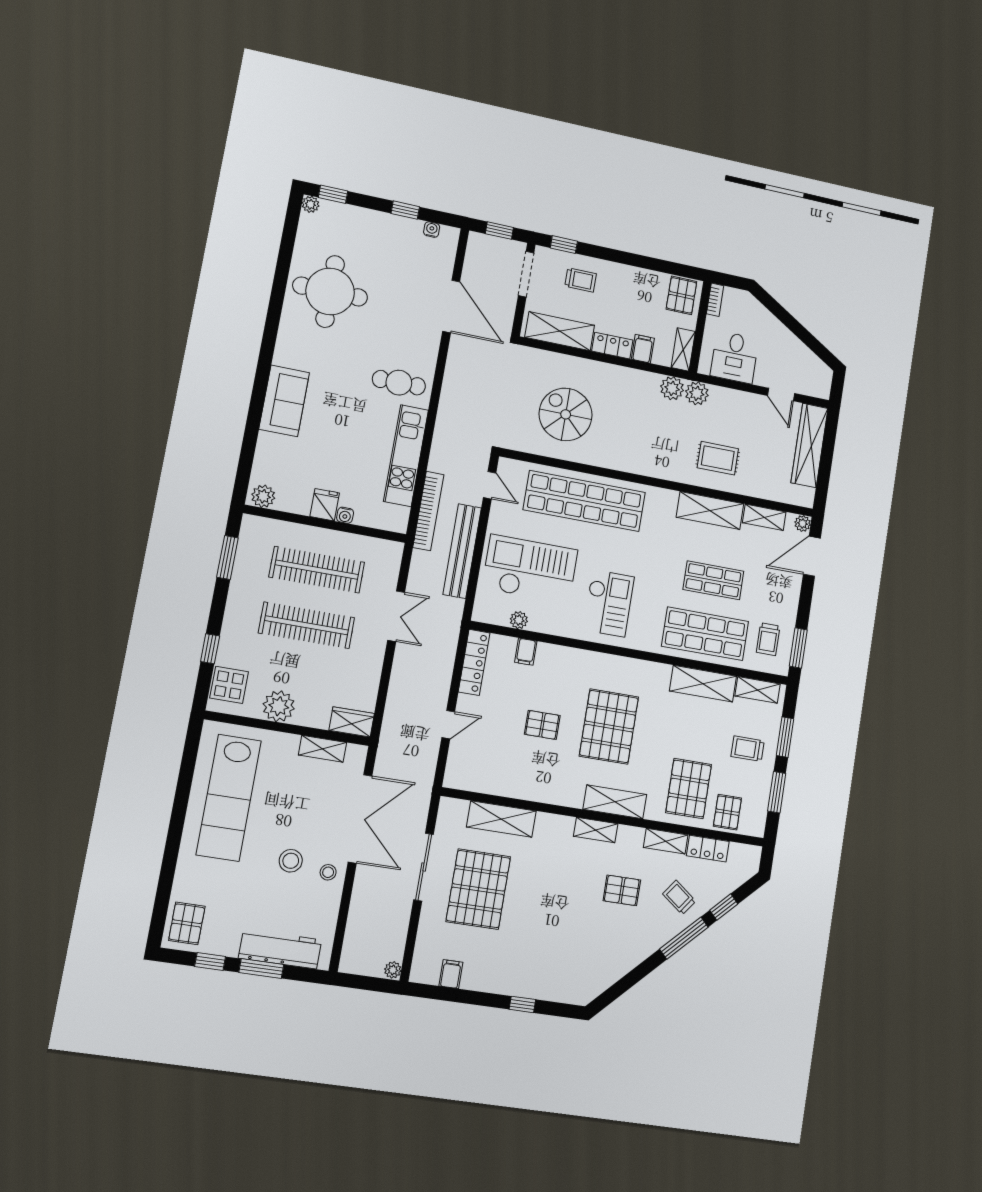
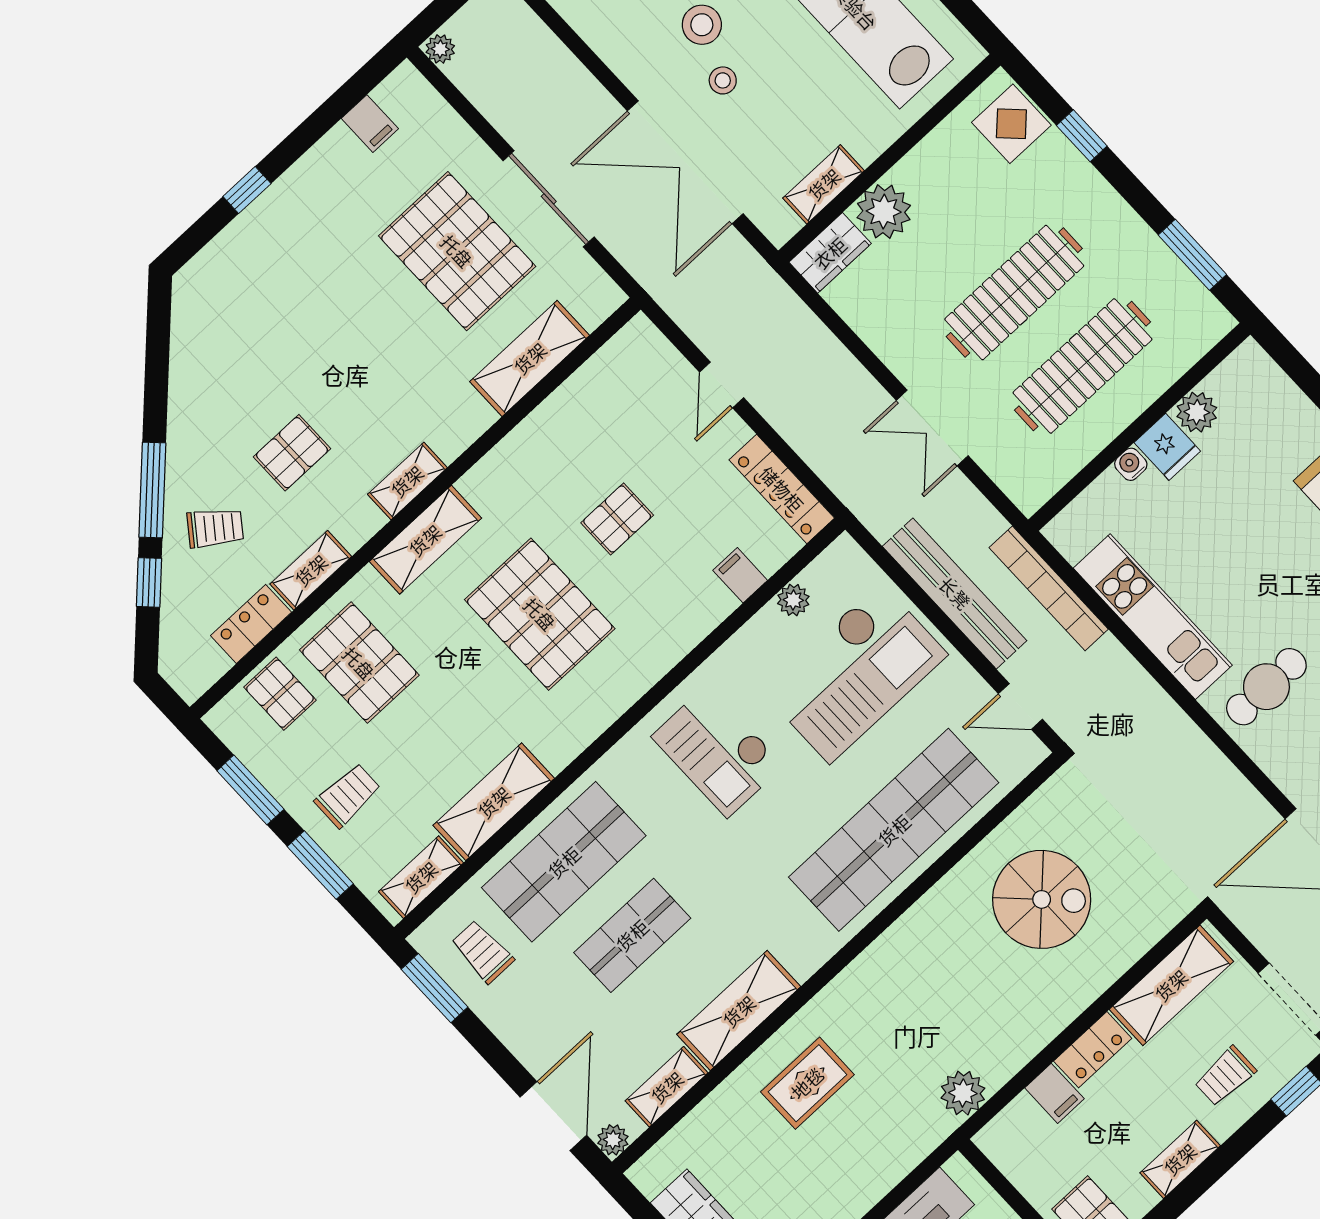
shelving: (683, 349) -> (1180, 1159), moved, turned 90
plant: (697, 393) -> (928, 1126), removed
plant: (263, 496) -> (1197, 412), moved
plant: (279, 706) -> (884, 212), moved
stool: (328, 872) -> (723, 80), moved

